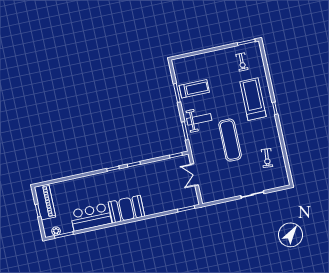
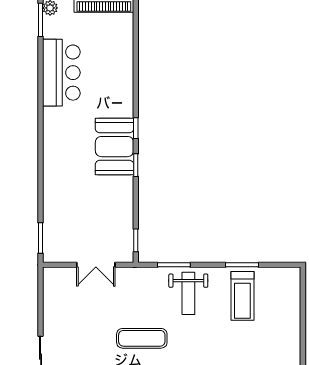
exercise mat: (230, 140) -> (142, 338), width x0.73, depth x0.69
double door: (194, 175) -> (96, 265), swing flipped
booth: (126, 209) -> (115, 147), moved

